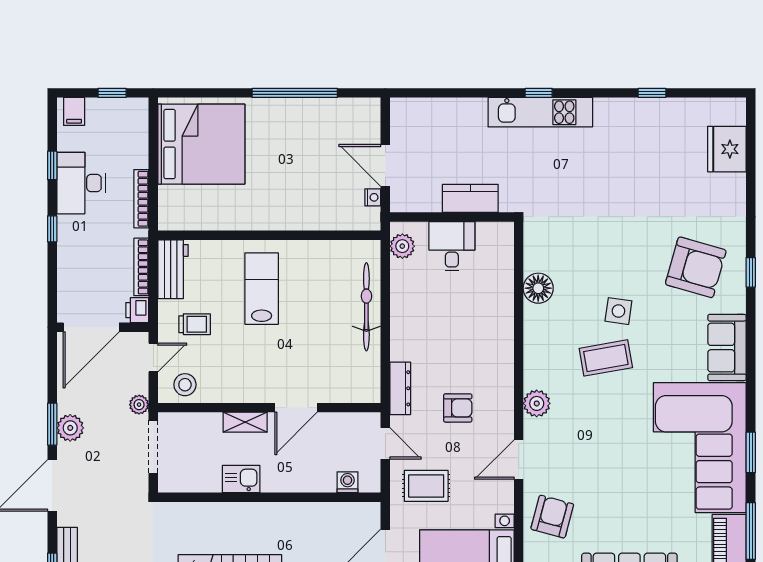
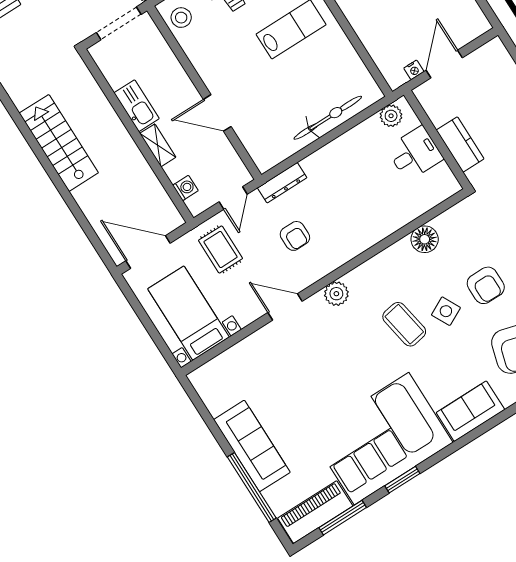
side table: (618, 311) -> (446, 311), turned -35
shelving: (245, 422) -> (158, 145), moved
kitchen sink: (241, 479) -> (137, 106), width x1.38
armchair: (552, 517) -> (486, 285), moved, turned 75

